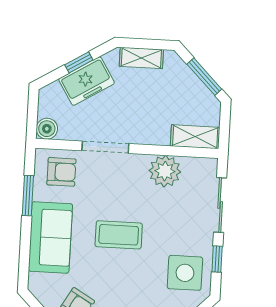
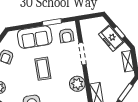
boiler: (47, 129) -> (85, 24), removed

